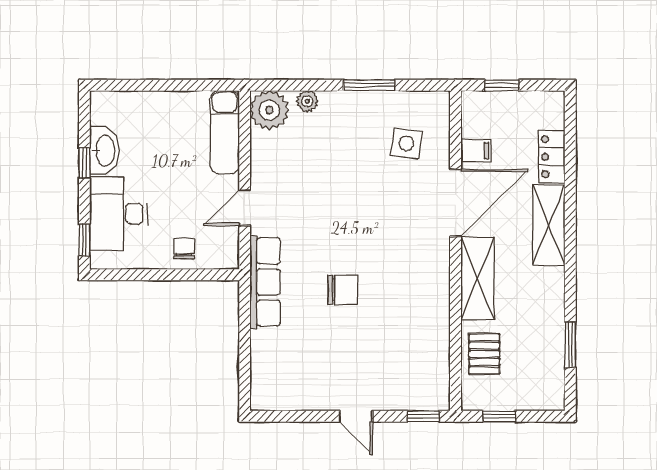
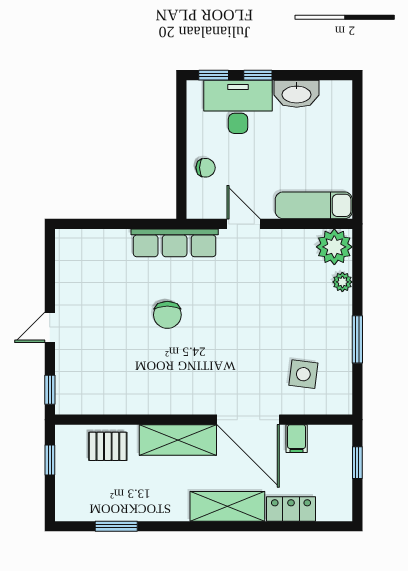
window: (84, 163) -> (258, 75), moved

